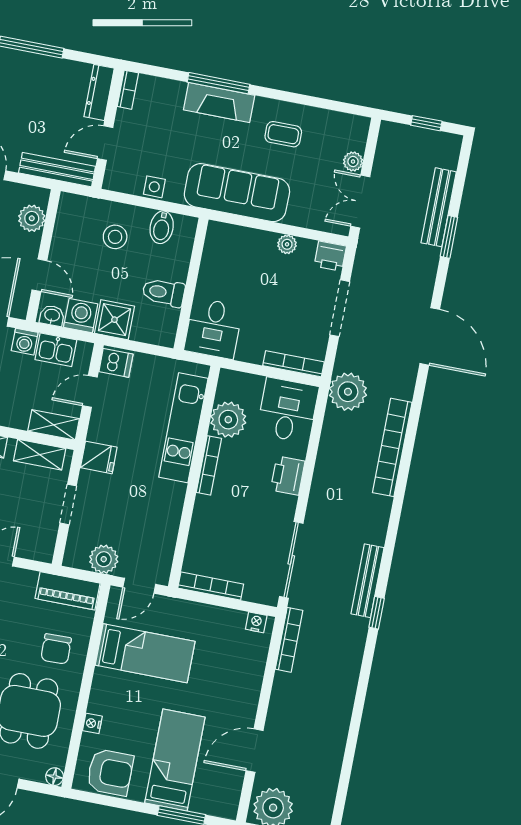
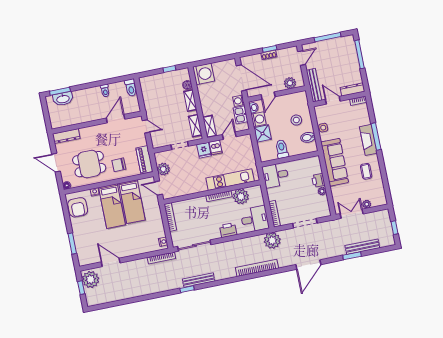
printer: (330, 256) -> (318, 180), moved
dishwasher: (116, 363) -> (216, 147), moved
door: (90, 391) -> (229, 136), hinge flipped
bed: (175, 760) -> (112, 206), moved, turned 90

